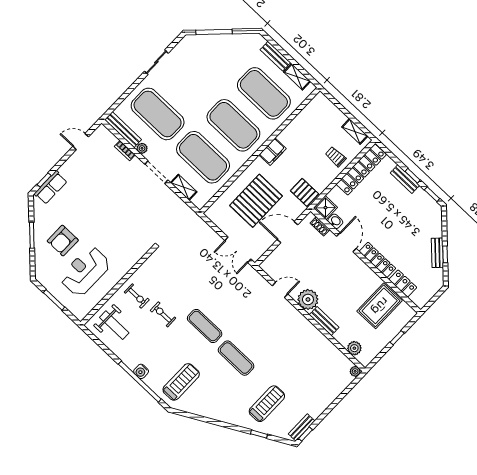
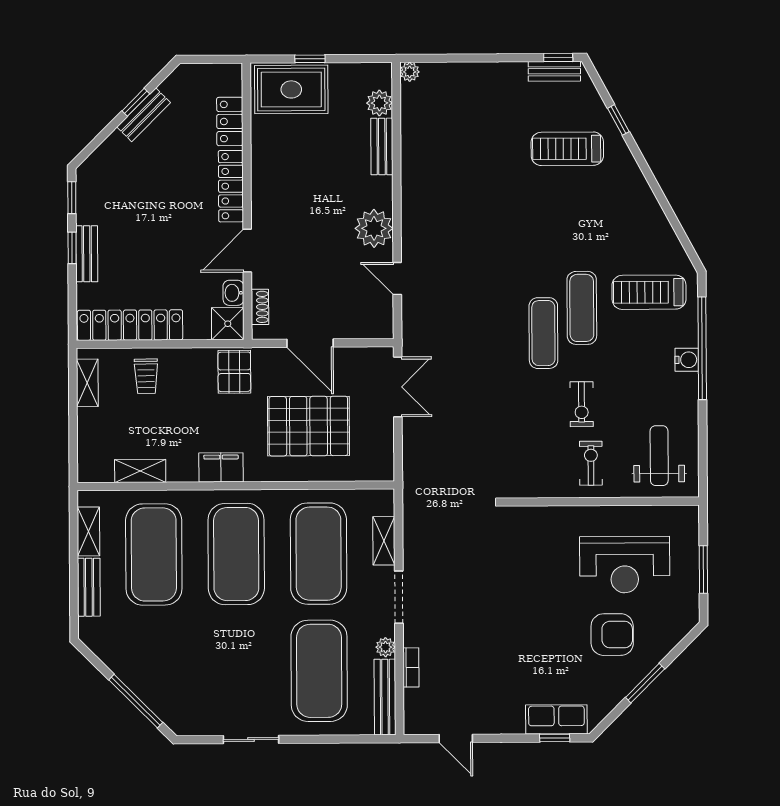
shelving: (301, 119) -> (140, 471), added
rug: (380, 306) -> (291, 89), moved
bench: (324, 321) -> (382, 146), moved
exercise mat: (236, 358) -> (582, 308), moved

